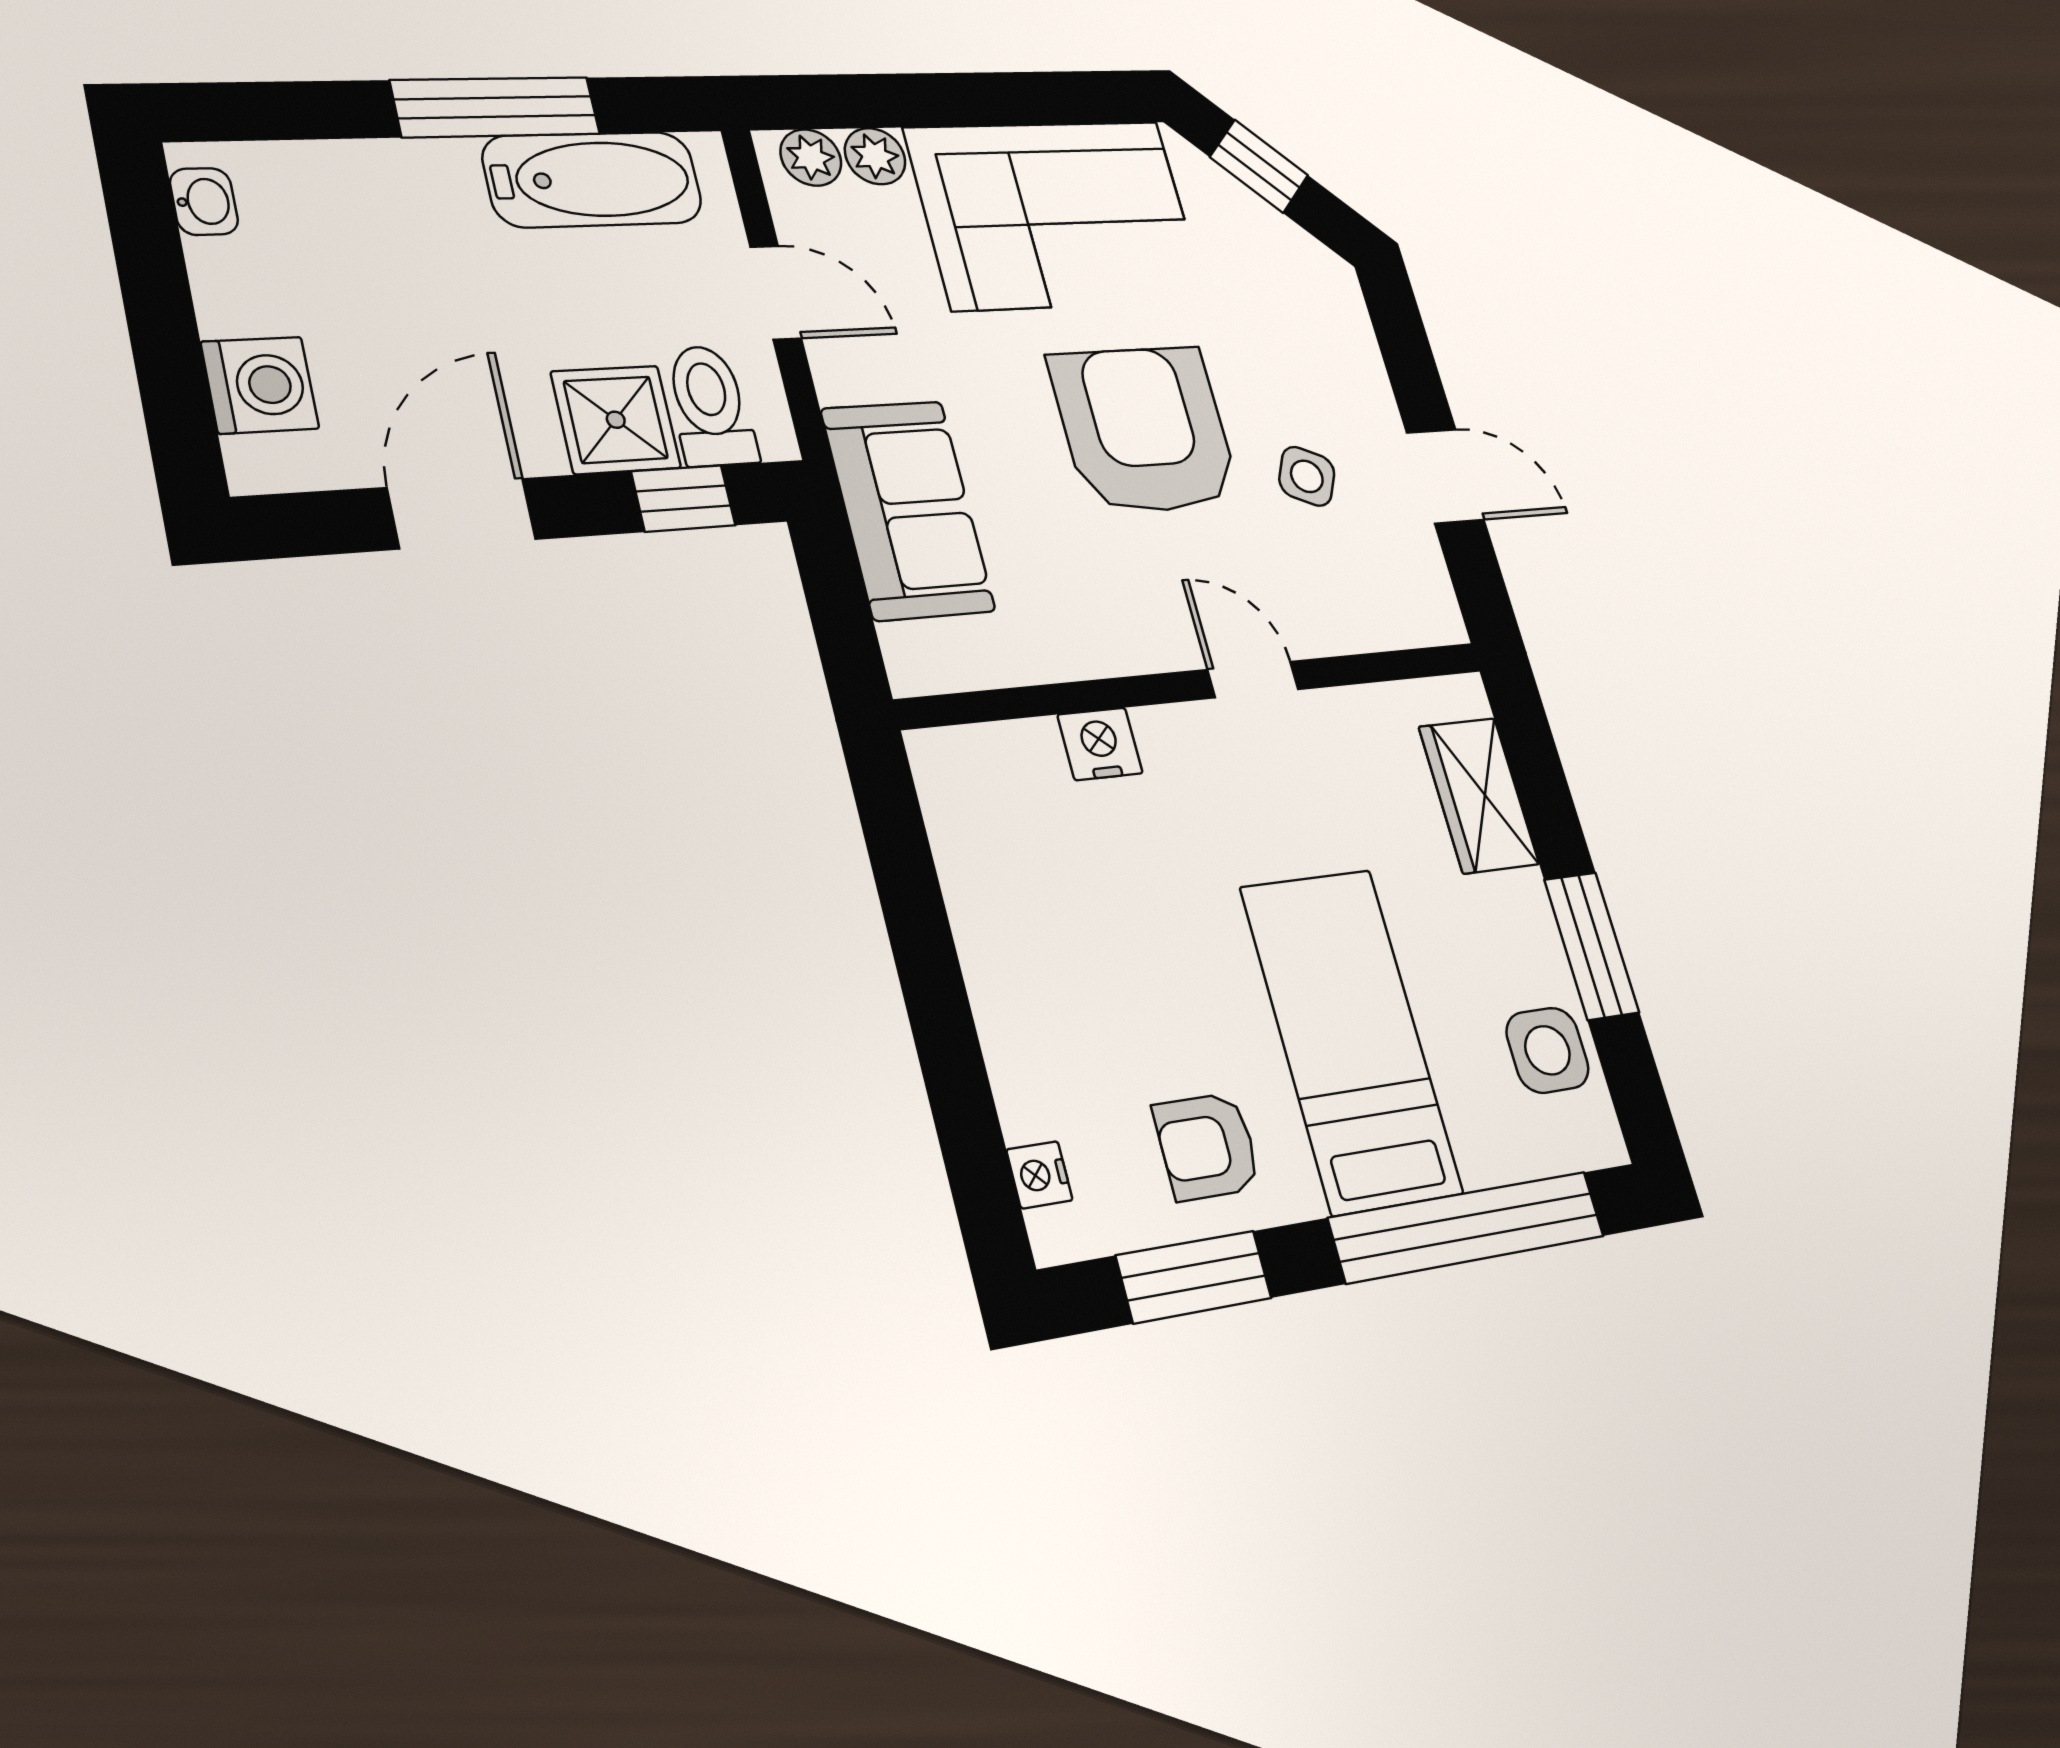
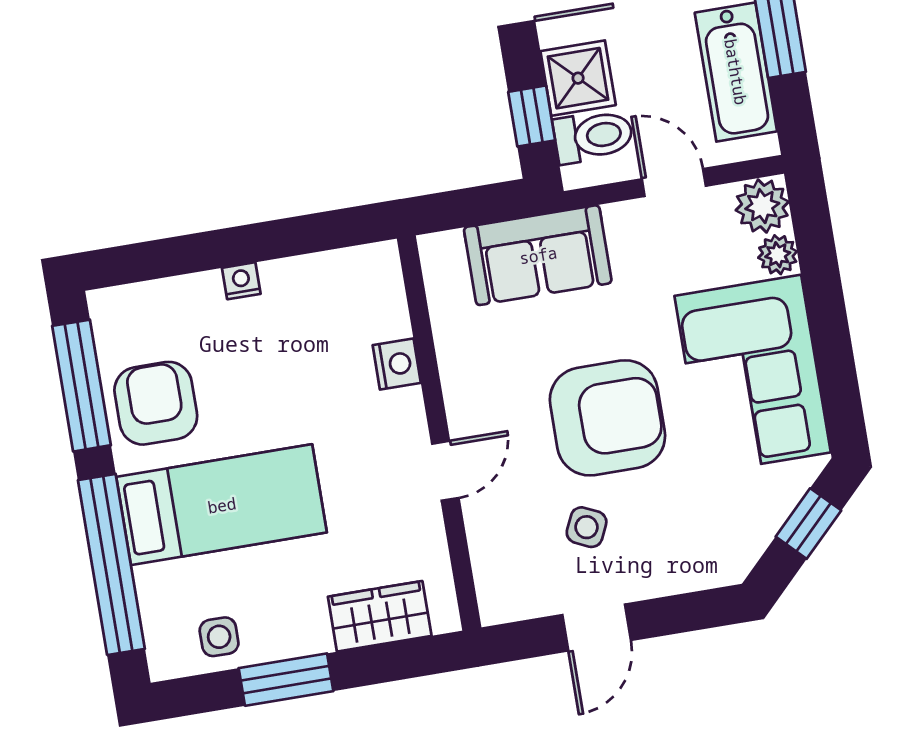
plant: (811, 158) -> (762, 206), width x1.38, depth x1.38
door: (776, 292) -> (674, 182), swing flipped
side table: (1547, 1050) -> (219, 637), width x0.73, depth x0.73
armchair: (1207, 1147) -> (156, 403), width x1.38, depth x1.38
nightstand: (1039, 1175) -> (241, 281), moved
window: (1194, 1277) -> (81, 386), width x1.44

